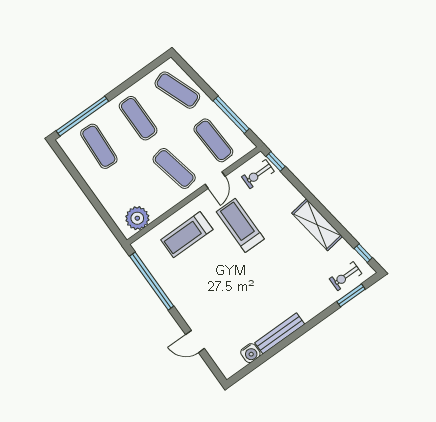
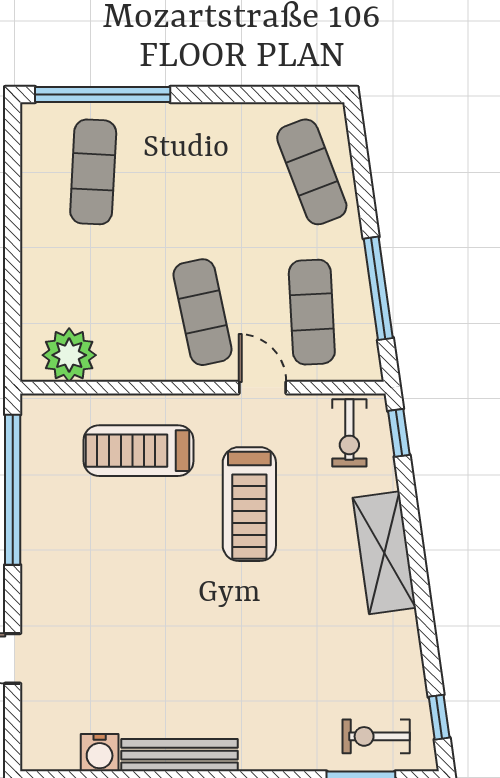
exercise mat: (138, 118) -> (203, 172), removed
exercise bike: (258, 174) -> (349, 433), turned -90
door: (215, 180) -> (263, 388), swing flipped
treadmill: (240, 225) -> (249, 504), turned 180
shelving: (317, 225) -> (384, 553), moved

